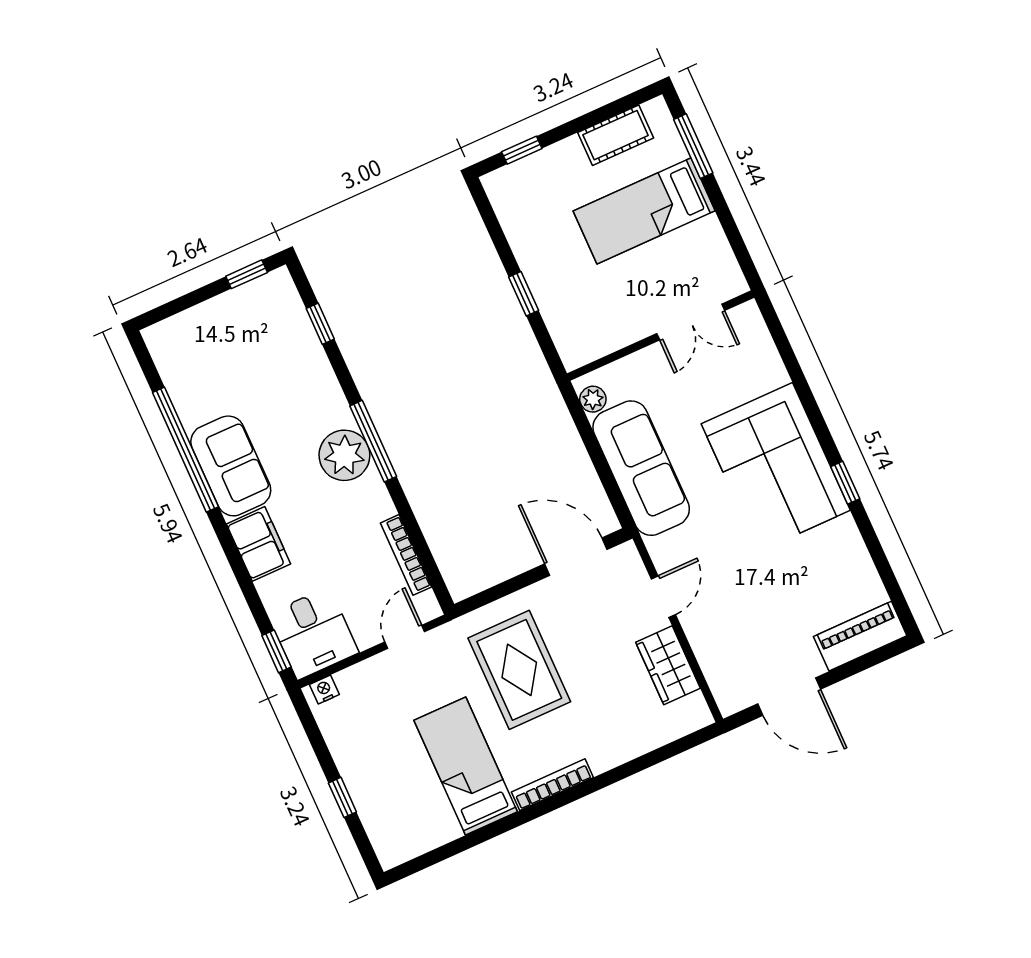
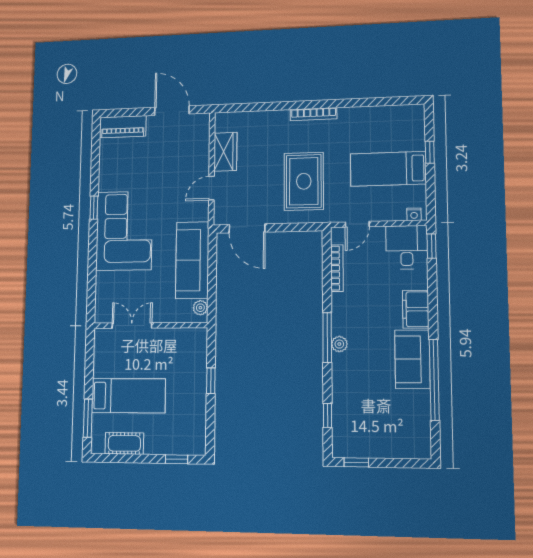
plant: (344, 455) -> (339, 344), width x0.53, depth x0.53
bed: (466, 766) -> (388, 169), moved, turned 90

